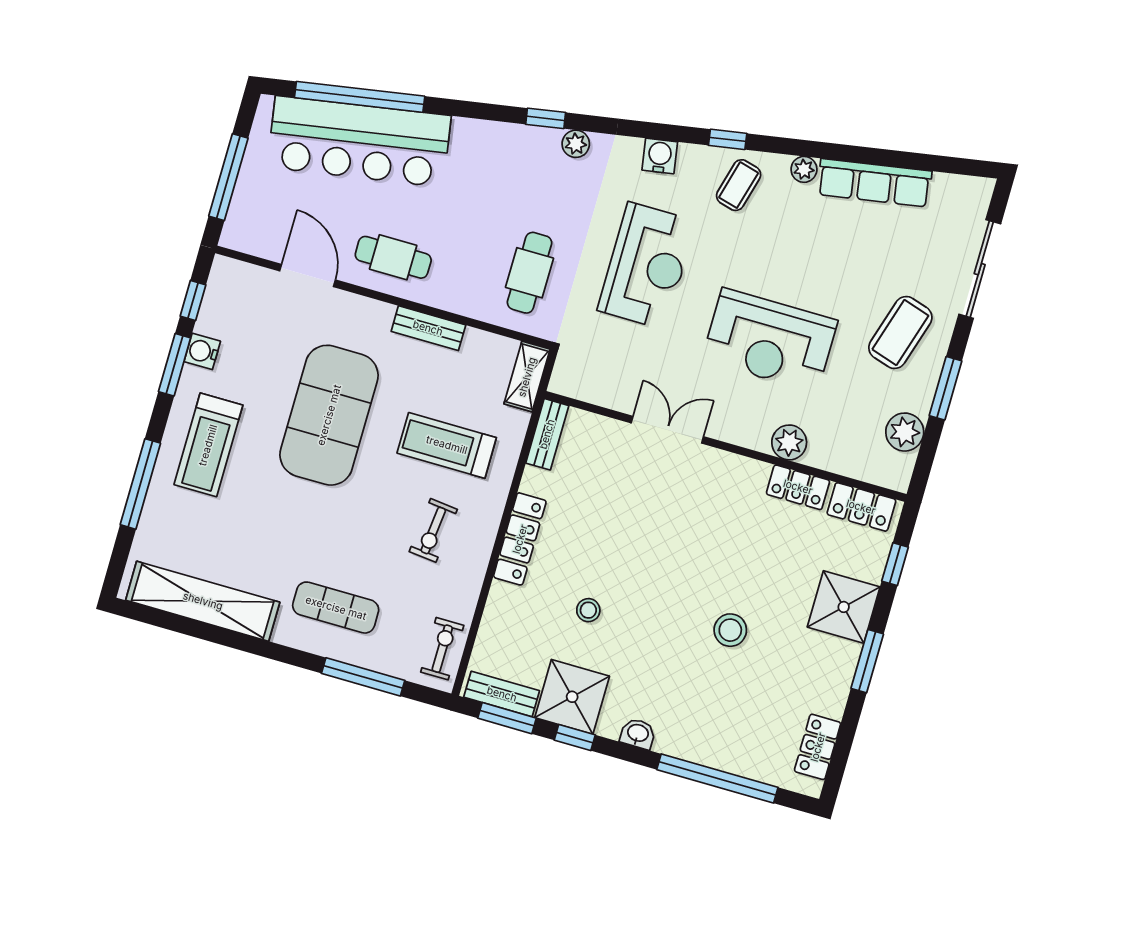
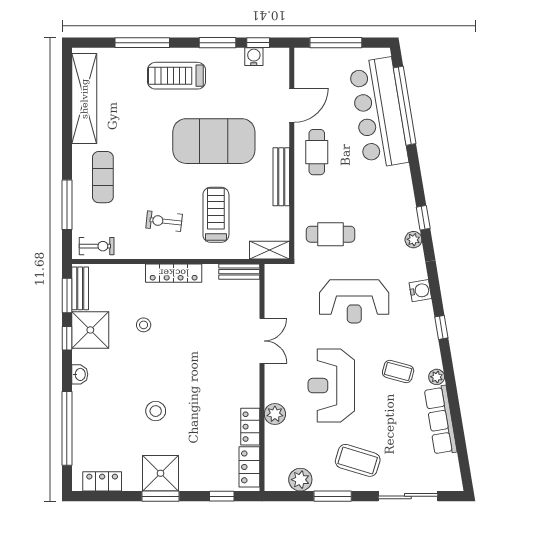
coffee table: (739, 185) -> (398, 371), moved
bench: (428, 328) -> (281, 177), width x1.36
water cooler: (202, 351) -> (254, 57), moved
shower: (844, 607) -> (161, 473), moved

